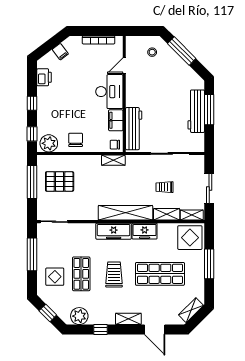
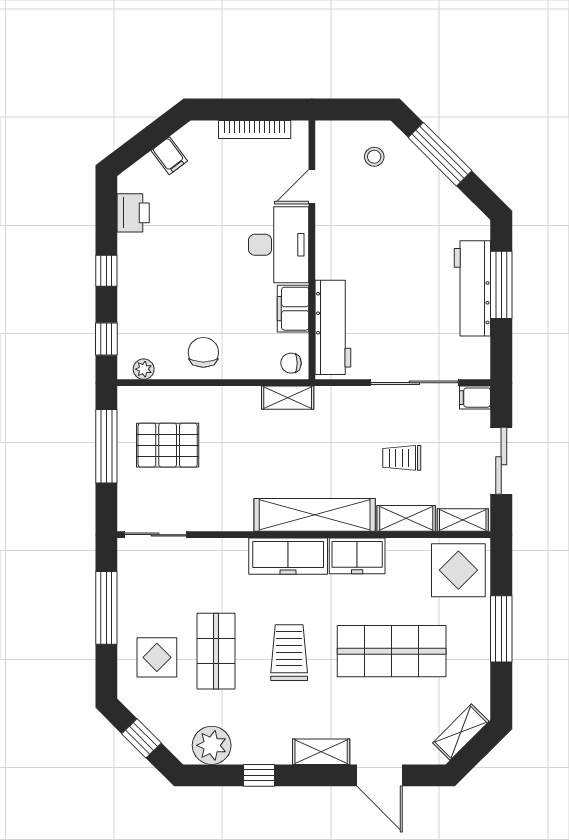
plant: (49, 143) -> (144, 369), width x0.53, depth x0.53
filing cabinet: (197, 160) -> (475, 398), added

